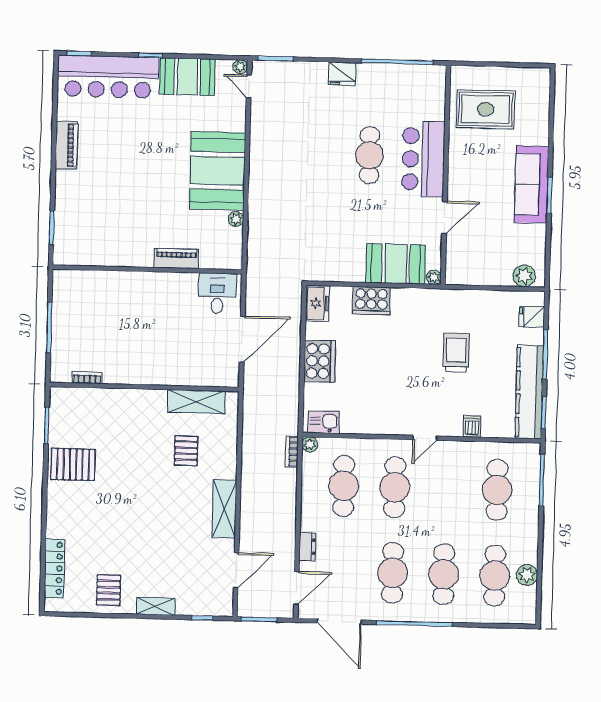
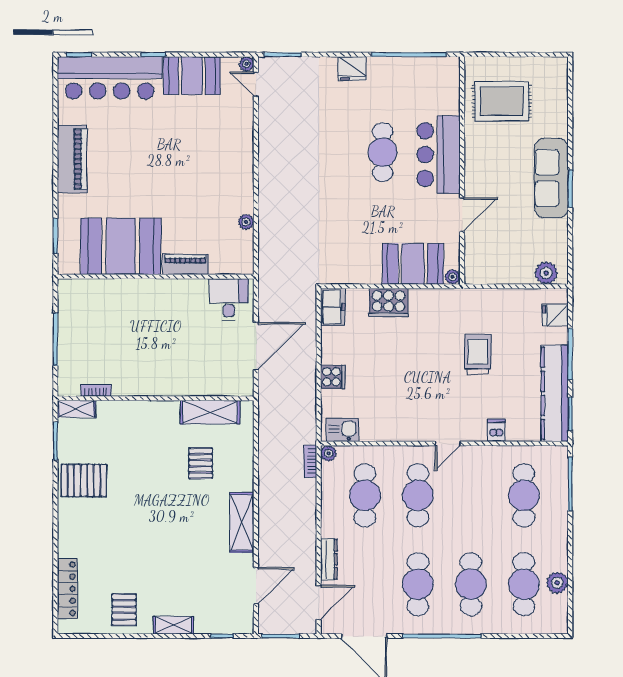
piano: (67, 145) -> (72, 159), width x1.37, depth x1.33
booth: (218, 171) -> (121, 246), moved, turned 90
cooker: (320, 361) -> (333, 377), width x0.53, depth x0.76
shelving: (68, 395) -> (76, 409), added
dresser: (307, 547) -> (329, 559), width x1.44

